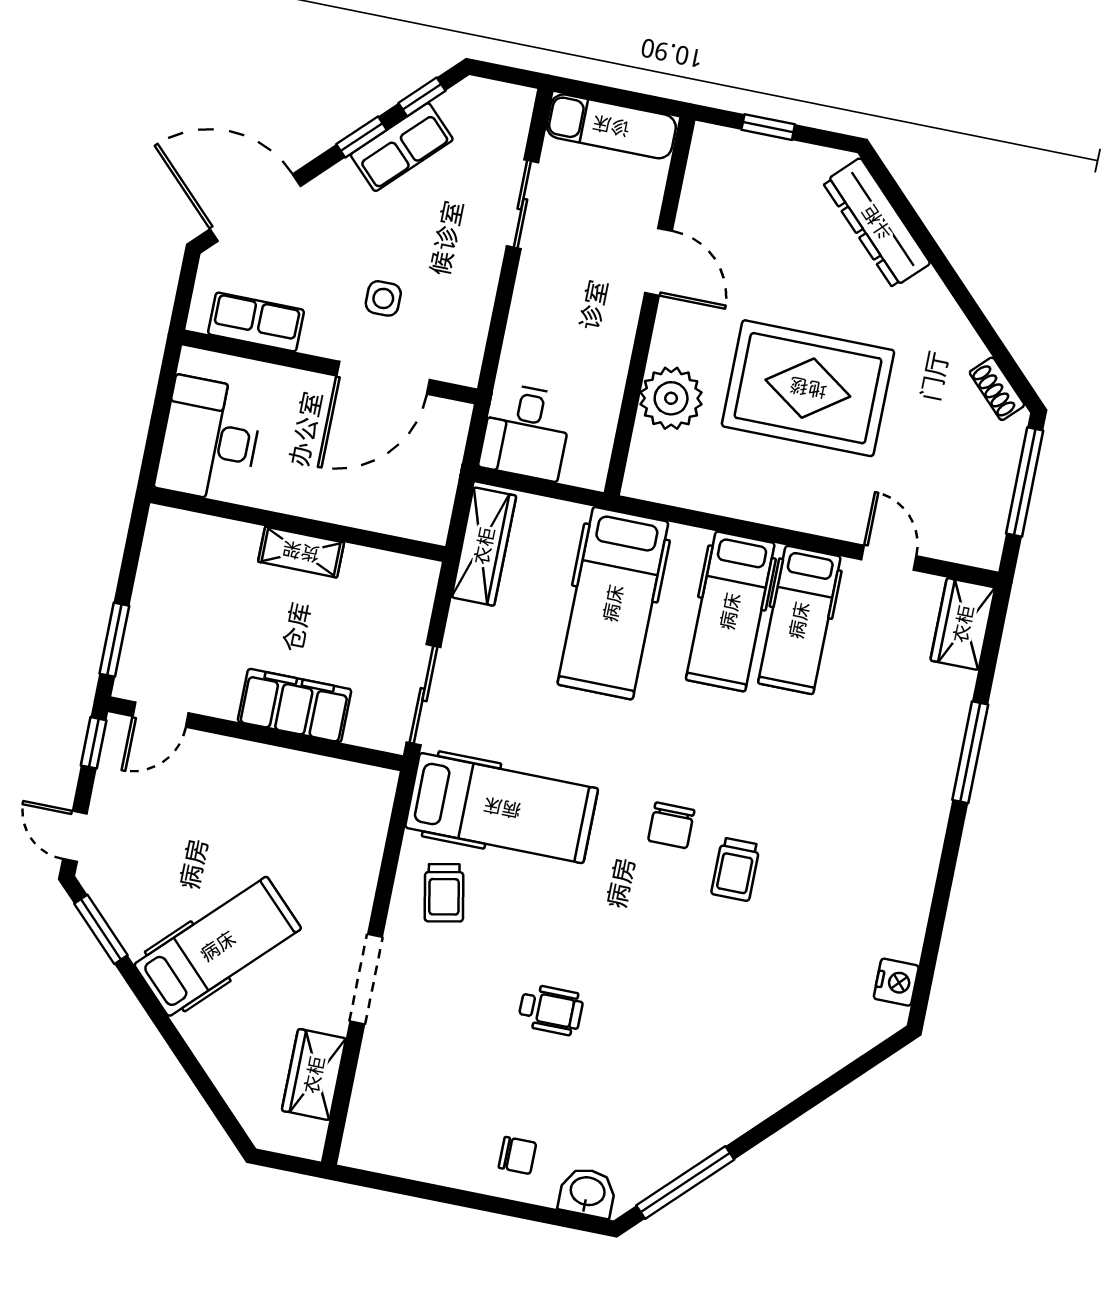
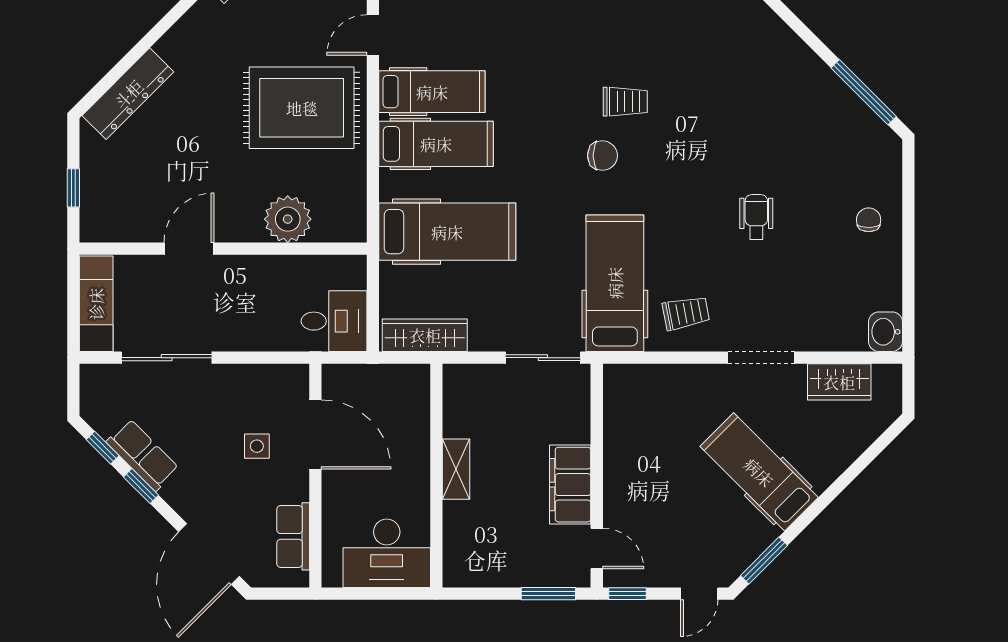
sliding door: (522, 204) -> (167, 358), width x1.37
rug: (808, 388) -> (302, 108), moved, turned 90
filing cabinet: (295, 706) -> (570, 485), moved
washbasin: (587, 1192) -> (886, 332), moved

